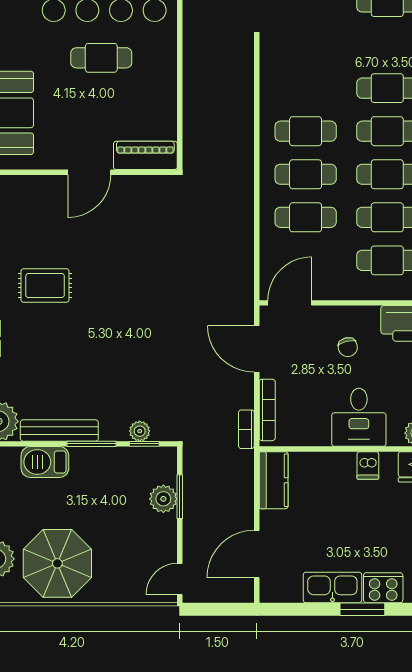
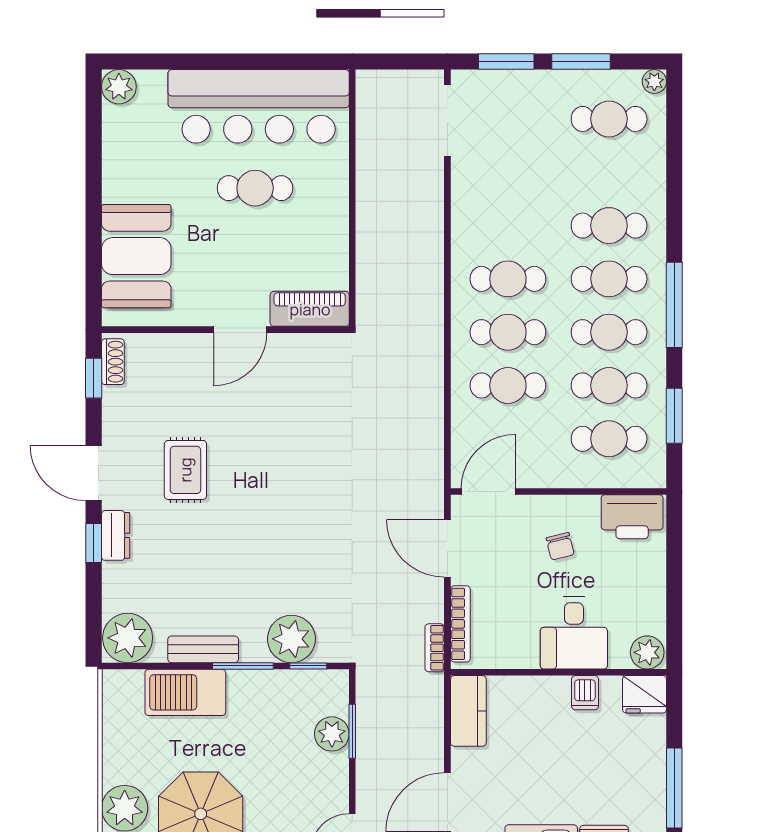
rug: (45, 286) -> (185, 470), turned 90
bench: (59, 430) -> (203, 649), width x0.73
plant: (140, 431) -> (291, 639), width x1.87, depth x1.87
barbecue: (45, 462) -> (185, 692), width x1.37, depth x1.21

